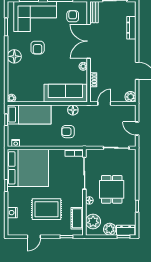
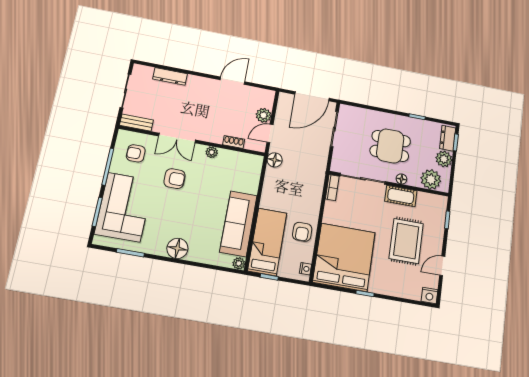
double door: (89, 41) -> (177, 138), width x0.73
armchair: (38, 48) -> (175, 179), moved
sofa: (65, 93) -> (238, 224), moved
plant: (130, 97) -> (263, 115), moved
door: (104, 104) -> (270, 133), hinge flipped
floor lamp: (73, 110) -> (275, 160), moved
door: (137, 128) -> (312, 96), width x1.87
armchair: (68, 132) -> (302, 232), moved
nightstand: (12, 213) -> (430, 295), moved
cot: (77, 218) -> (401, 196), moved
door: (34, 237) -> (442, 266), swing flipped

